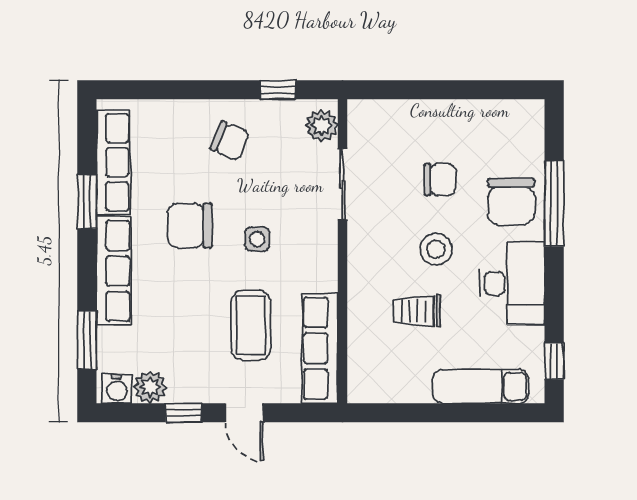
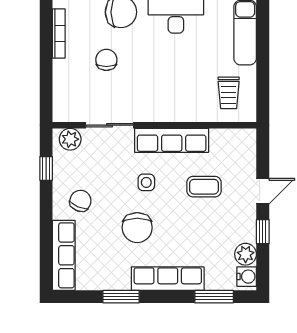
bookcase: (479, 109) -> (59, 33), added
row of seats: (113, 162) -> (64, 255), moved, turned 90
stool: (436, 249) -> (153, 62), removed
trolley: (417, 311) -> (229, 93), moved
coffee table: (251, 325) -> (204, 187), width x0.73, depth x0.77
row of seats: (320, 348) -> (172, 140), moved

